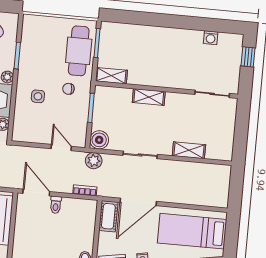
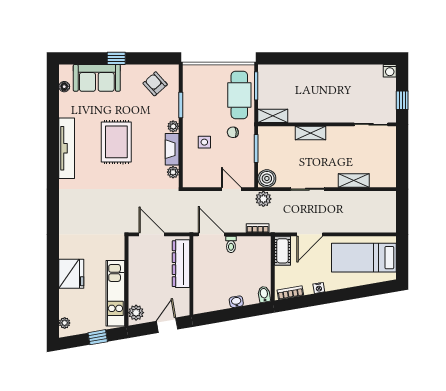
washing machine: (211, 38) -> (390, 71), moved
window: (248, 57) -> (402, 100), moved
door: (138, 202) -> (310, 234), width x0.73

